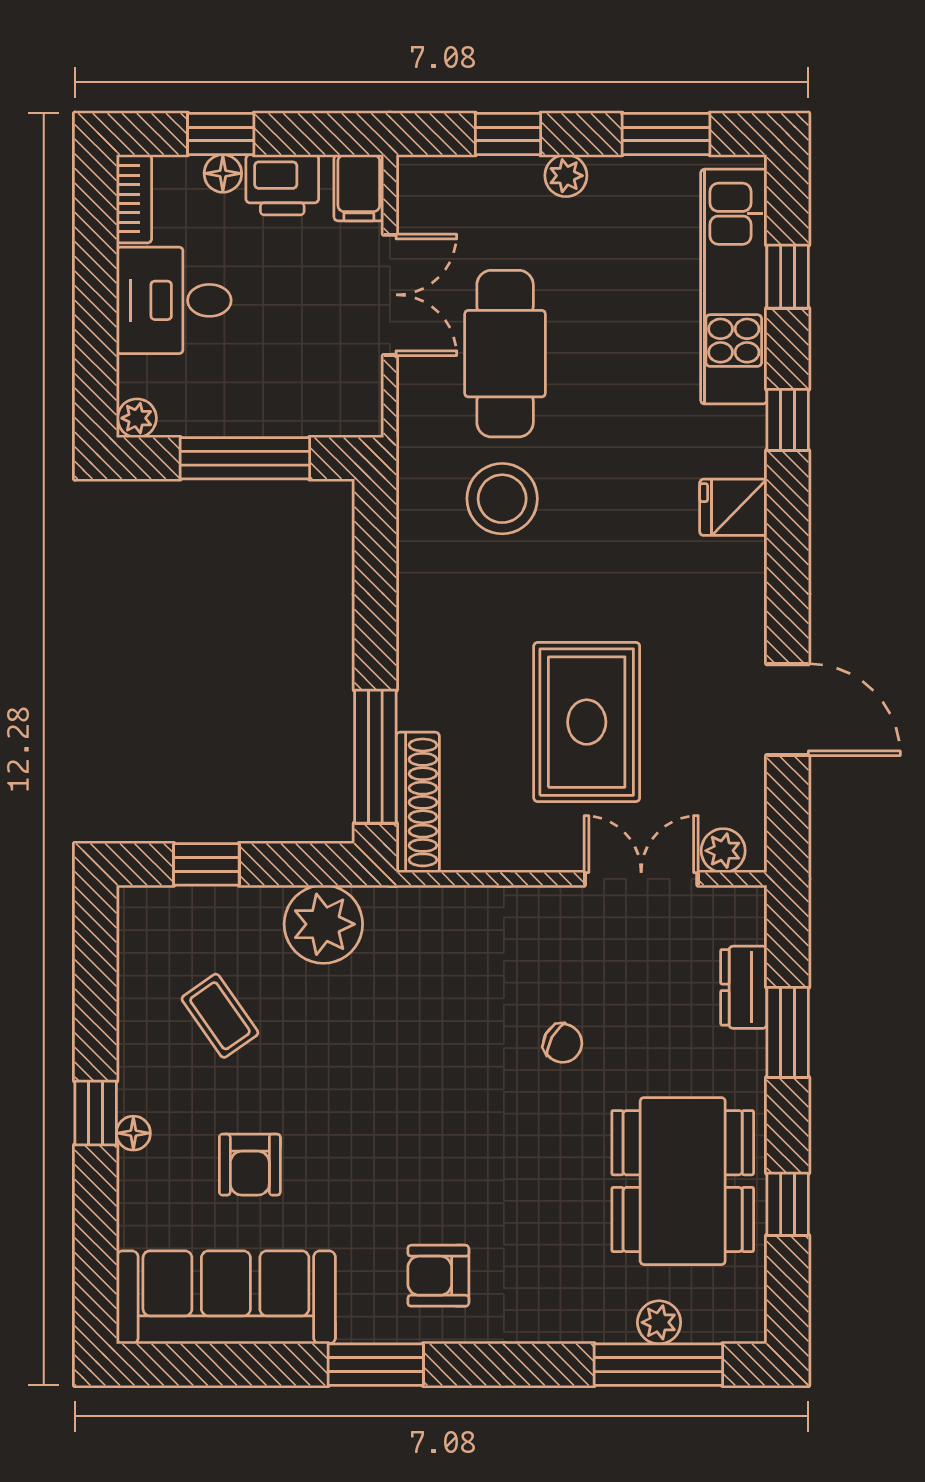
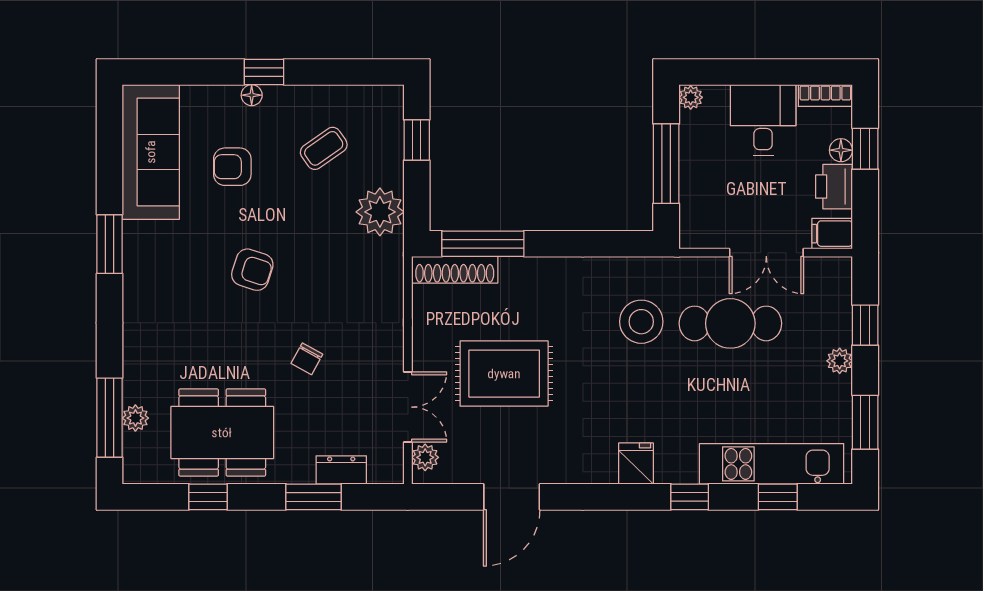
armchair: (438, 1276) -> (252, 270), moved, turned 108

